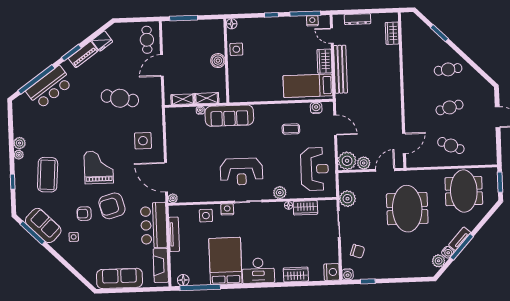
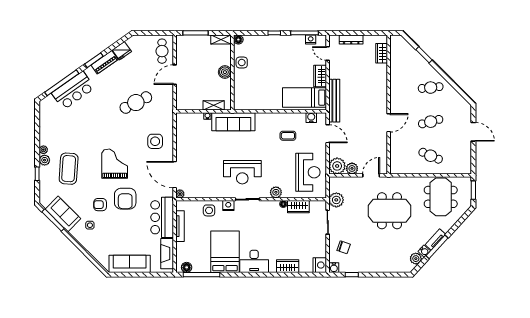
bench: (340, 69) -> (334, 101), moved
cafe table: (120, 98) -> (136, 103), turned -39
shelving: (183, 99) -> (221, 40), moved
plant: (20, 143) -> (45, 160), moved
door: (404, 143) -> (389, 123), moved
armchair: (112, 206) -> (125, 199), turned -75
meeting table: (407, 209) -> (389, 211), turned 90

